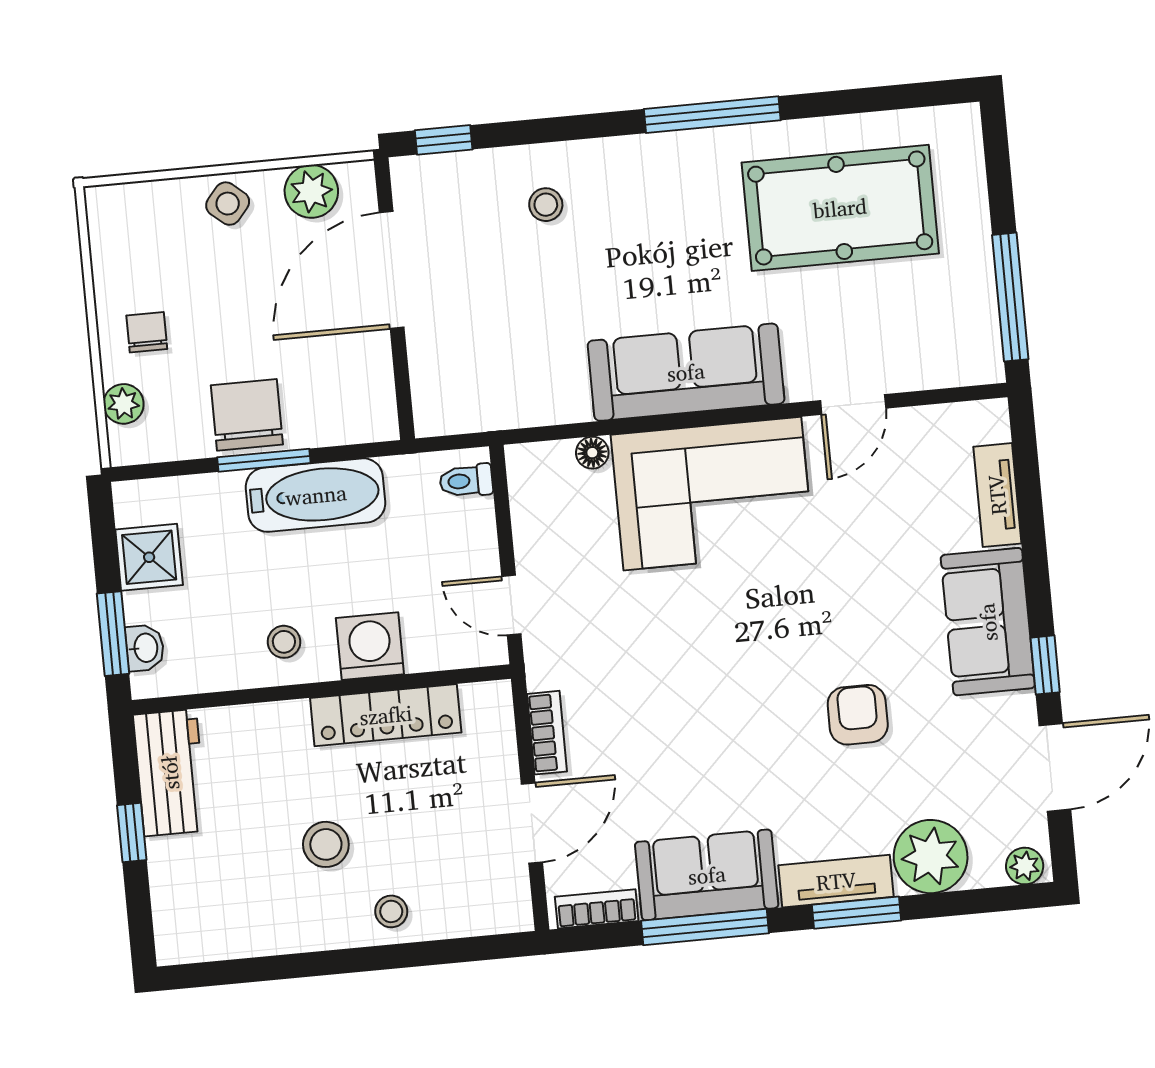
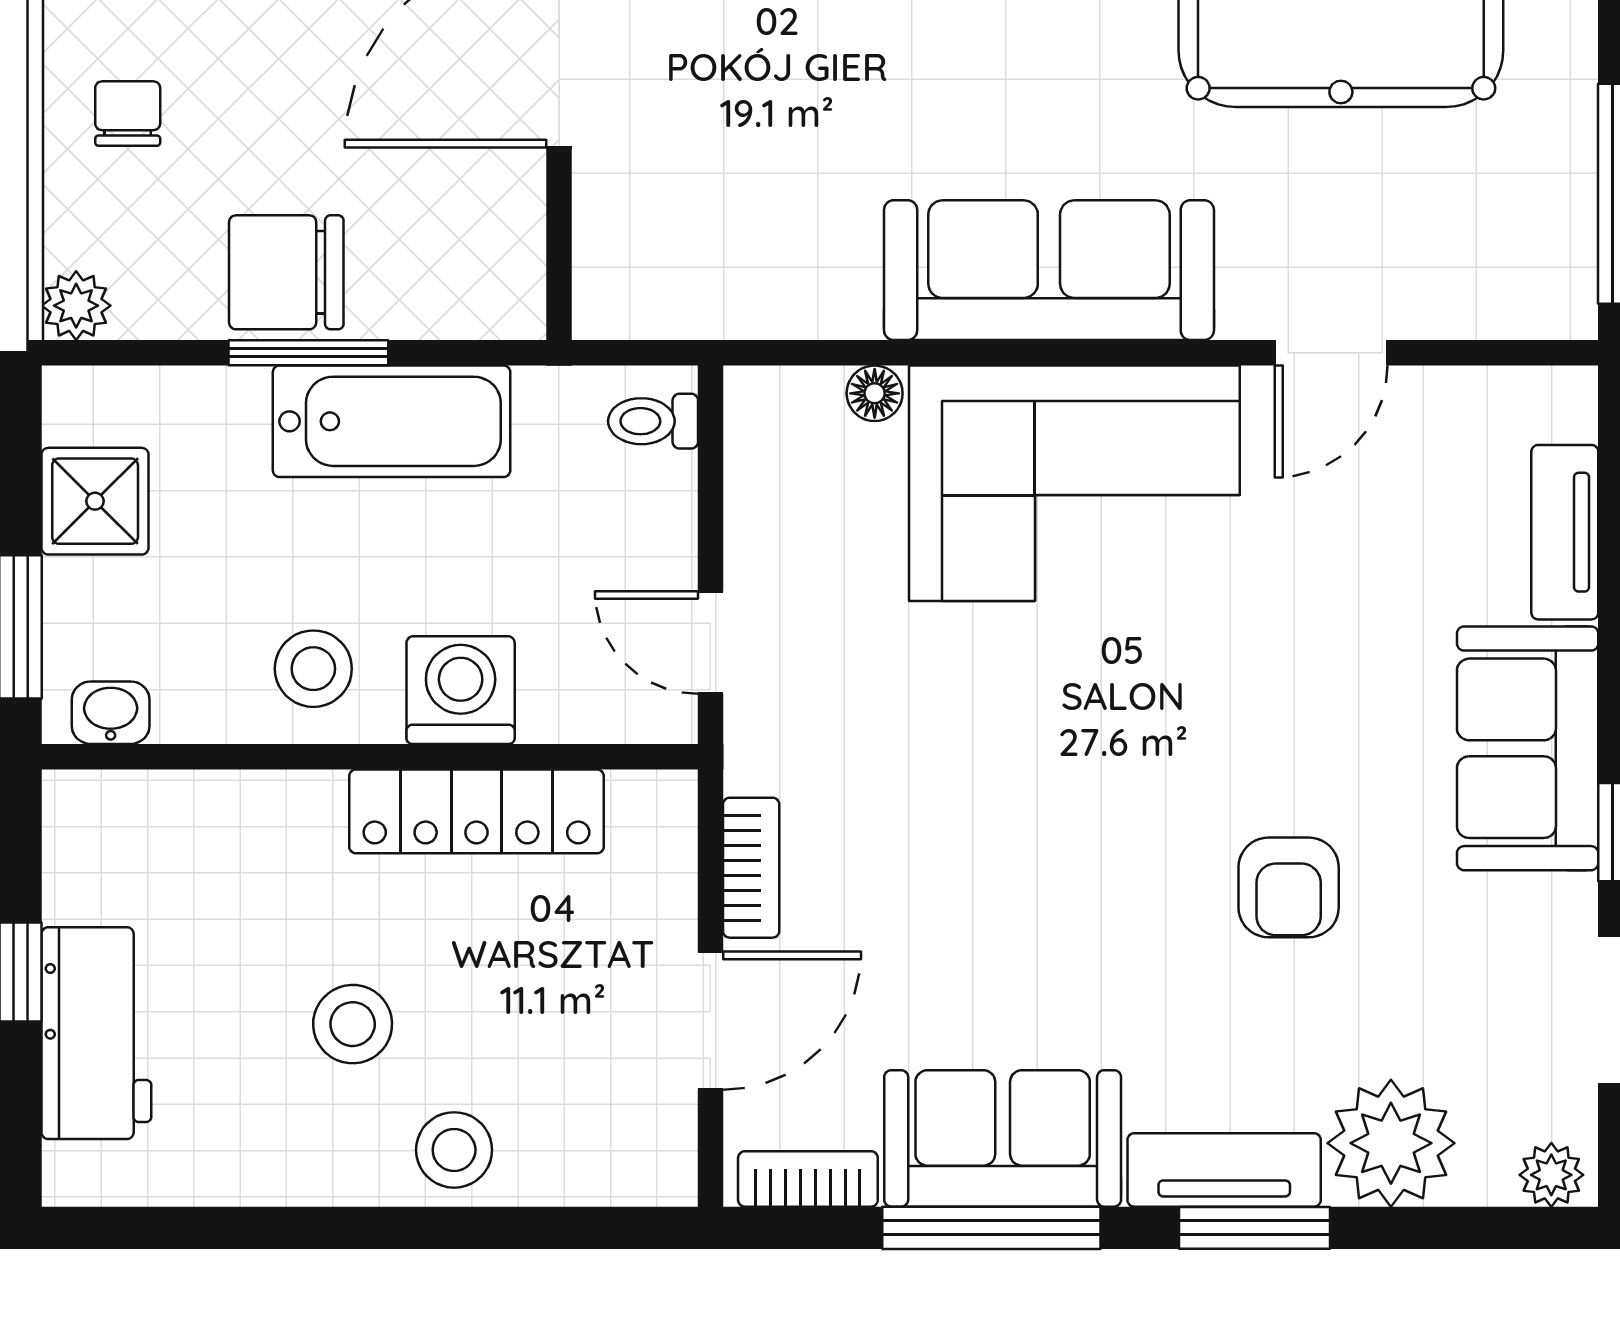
plant: (124, 404) -> (76, 306), moved
chair: (247, 415) -> (286, 272), turned -90
stool: (284, 642) -> (313, 669), width x1.37, depth x1.37
washbasin: (145, 648) -> (111, 713), moved, turned -90
armchair: (858, 715) -> (1289, 887), turned 180
workbench: (170, 773) -> (96, 1033), moved
stool: (391, 911) -> (454, 1150), width x1.37, depth x1.37

